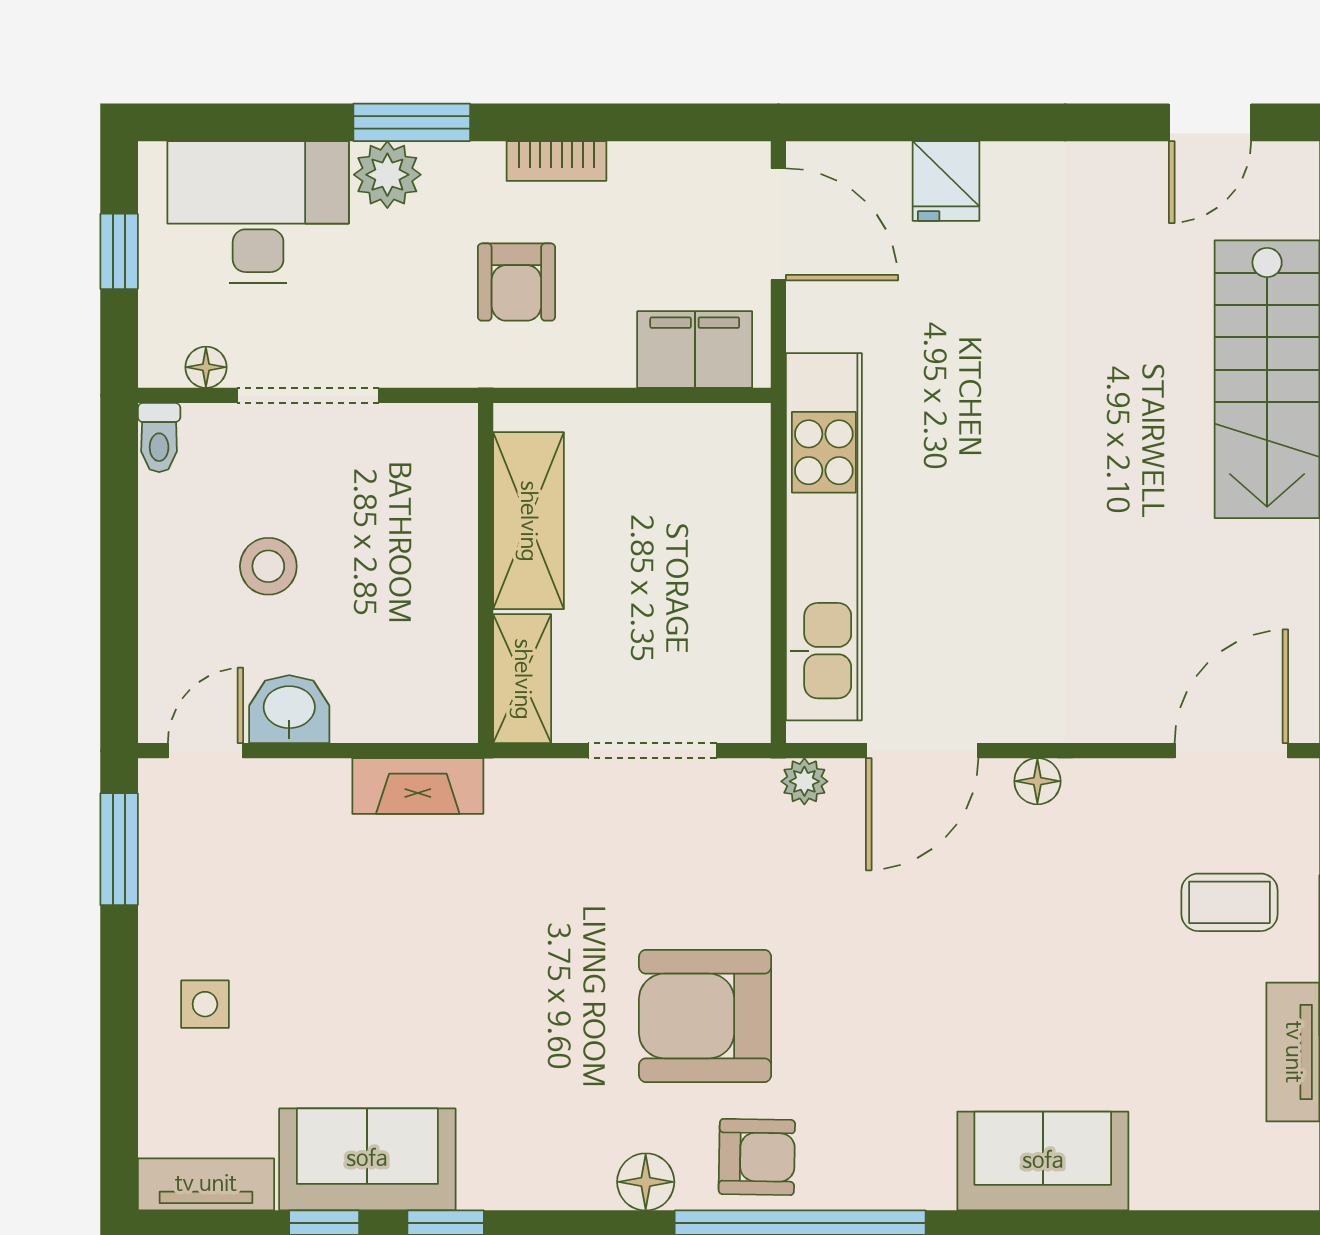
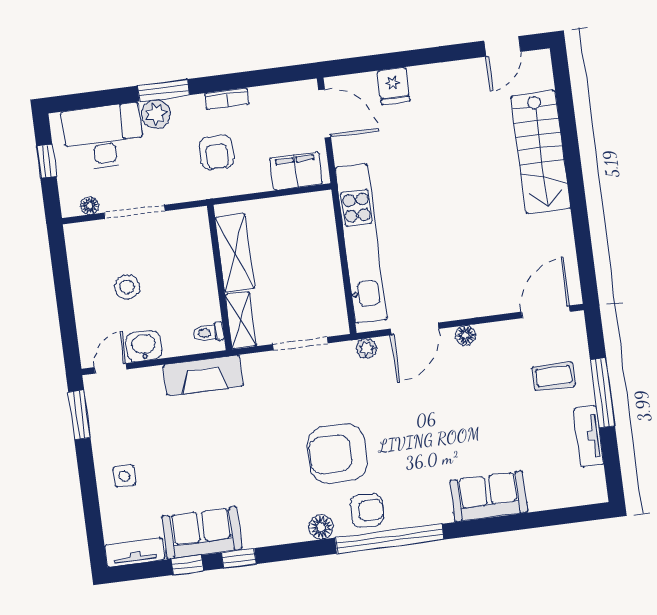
toilet: (159, 437) -> (209, 332), moved, turned 90
fireplace: (418, 786) -> (203, 375), width x1.37, depth x1.32

